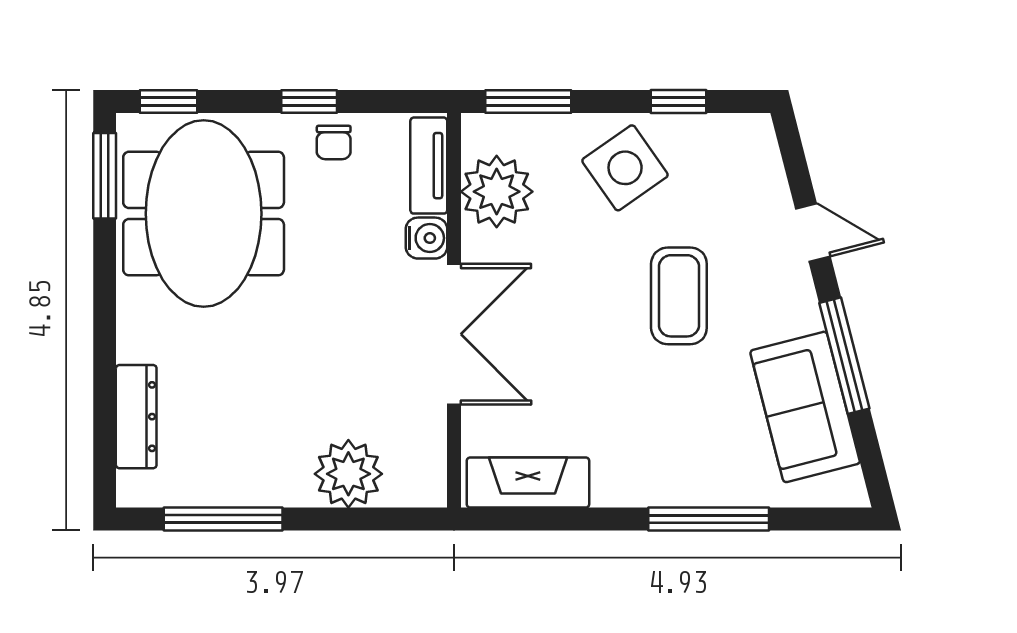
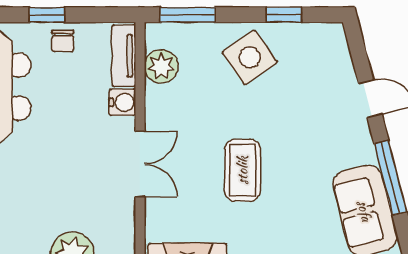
plant: (497, 192) -> (161, 66), width x0.73, depth x0.73
coffee table: (679, 296) -> (242, 170), moved
double door: (454, 334) -> (140, 164), width x0.73

